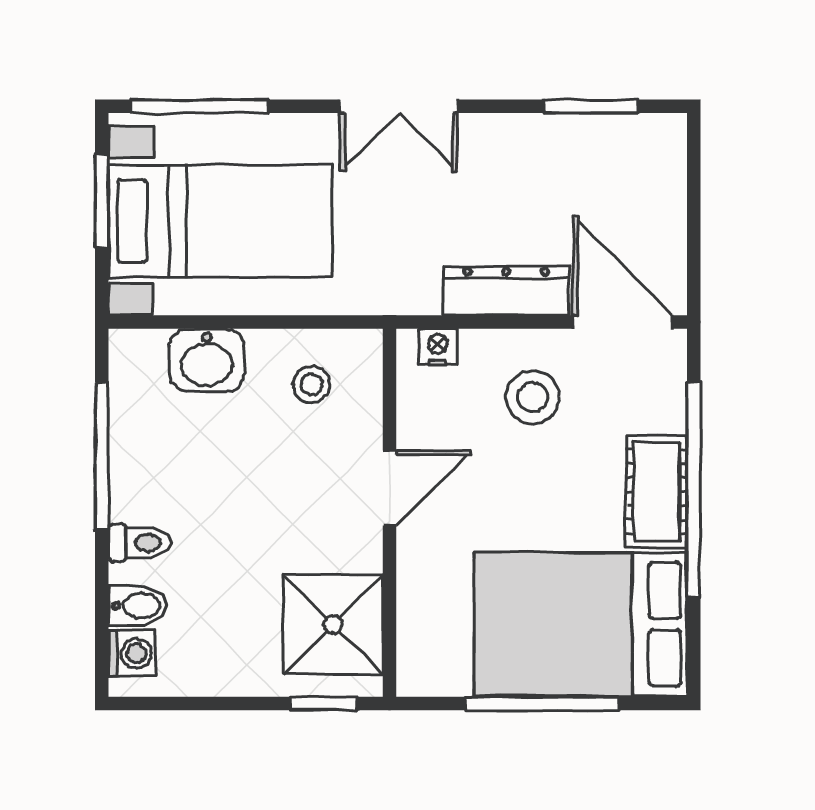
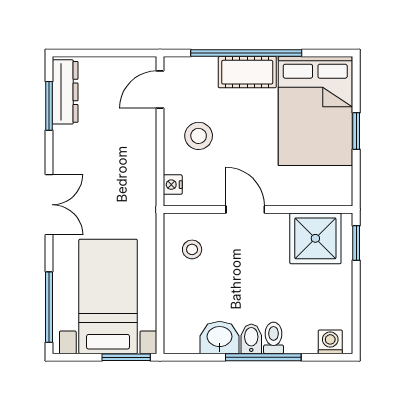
window: (102, 201) -> (126, 357), moved
dresser: (506, 291) -> (65, 92), moved, turned 180
door: (623, 322) -> (160, 90), width x0.73
washbasin: (207, 360) -> (220, 338), moved, turned -90
window: (102, 456) -> (263, 357), moved
bidet: (138, 606) -> (251, 339), moved
window: (542, 704) -> (356, 131), width x0.46

